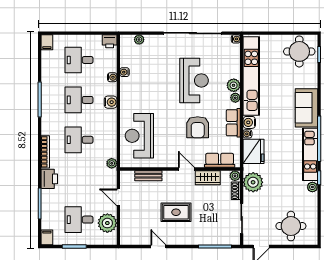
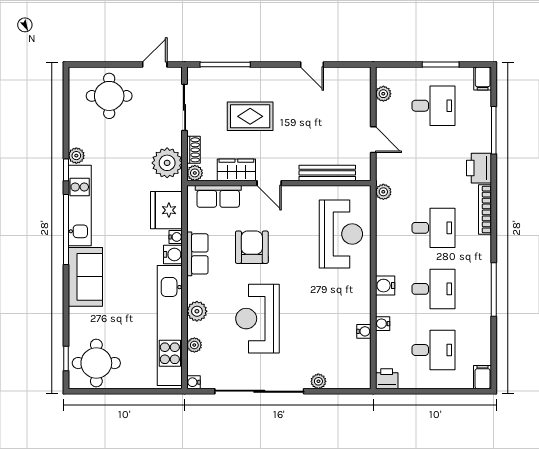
plant: (139, 40) -> (318, 381), moved
plant: (235, 98) -> (194, 345), moved
bench: (148, 176) -> (327, 173), width x1.36
rug: (176, 212) -> (250, 116), moved
plant: (107, 223) -> (383, 94), width x0.53, depth x0.53

